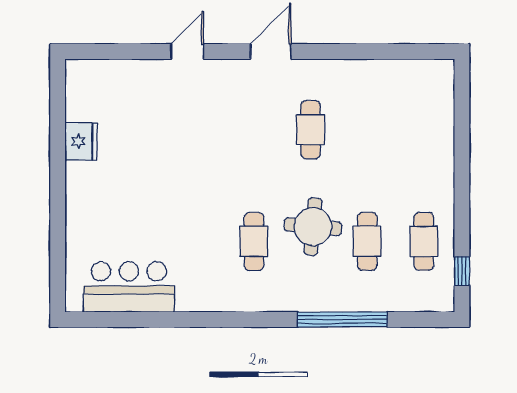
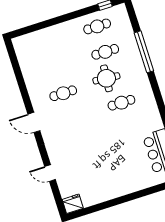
door: (187, 52) -> (50, 173), moved
fridge: (81, 141) -> (73, 204), moved

